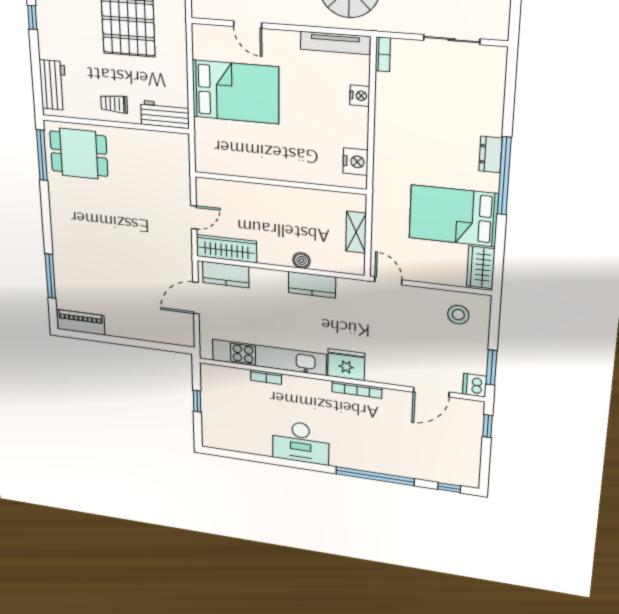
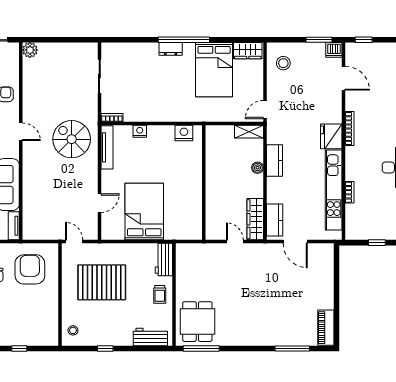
shelving: (356, 232) -> (249, 132), moved

